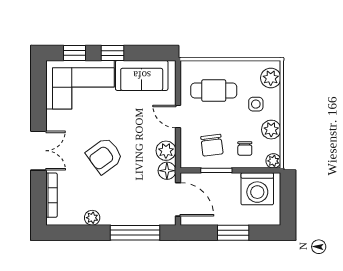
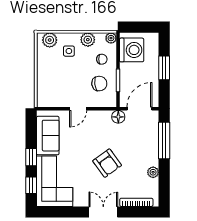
cafe table: (214, 91) -> (59, 82), removed
plant: (166, 151) -> (103, 118), removed

